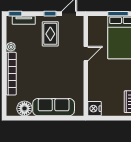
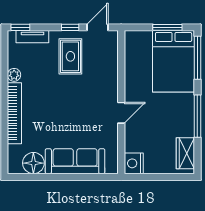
door: (86, 54) -> (121, 113), moved

